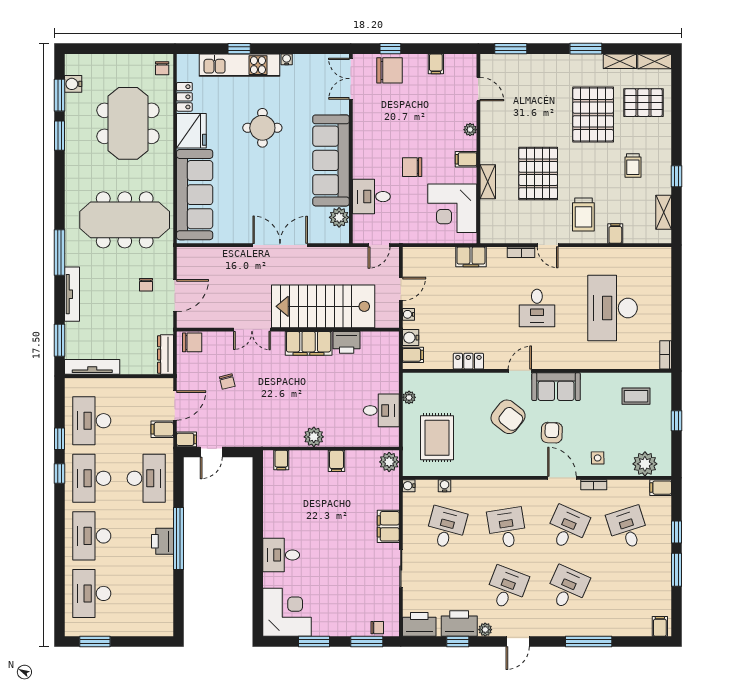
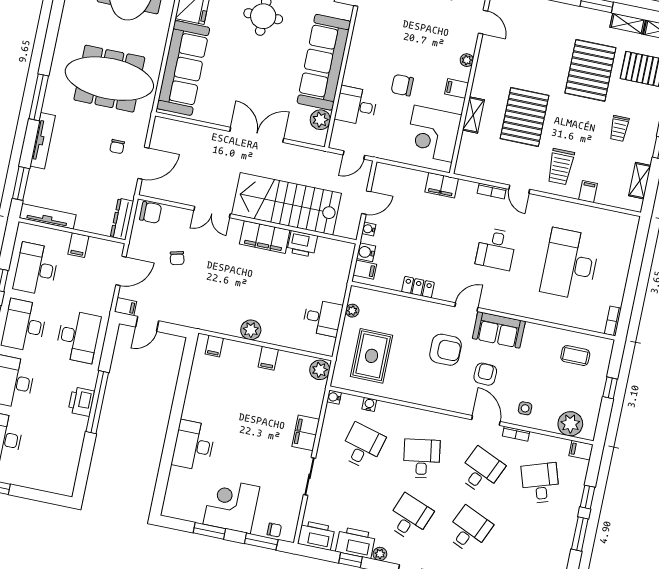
armchair: (508, 417) -> (446, 350), turned -38
filing cabinet: (162, 429) -> (78, 245), moved, turned -90
desk: (281, 555) -> (194, 445), width x1.37
corner desk: (287, 612) -> (231, 505), moved, turned -90

